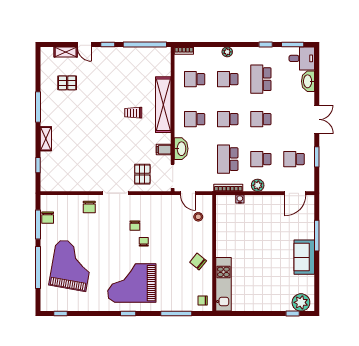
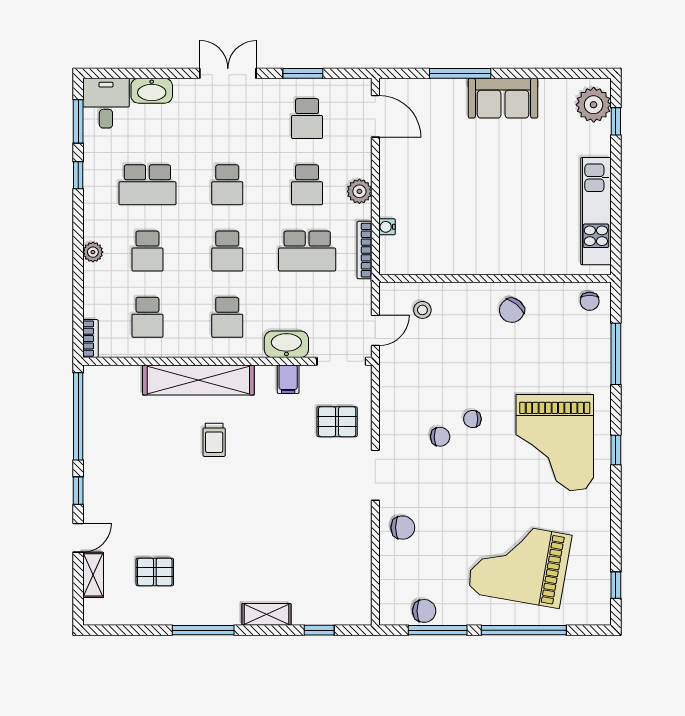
pallet: (67, 83) -> (155, 572), turned 90
kitchen unit: (223, 284) -> (596, 211), moved, turned -90

